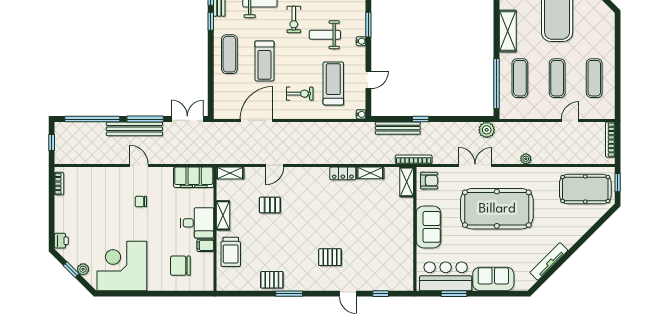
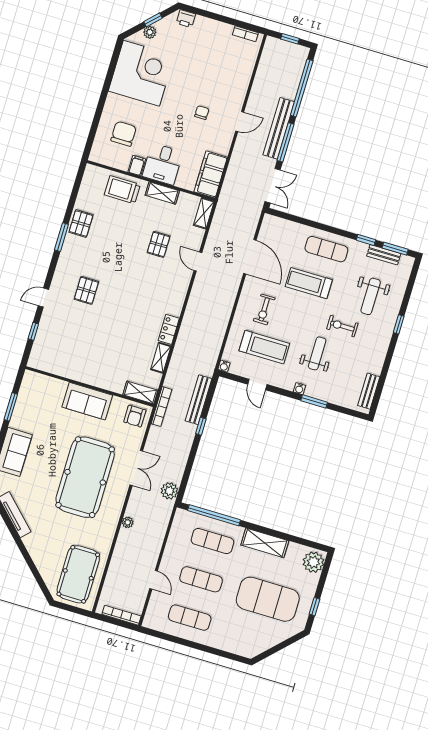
window: (618, 183) -> (75, 610), removed
bar counter: (446, 276) -> (31, 404), removed

